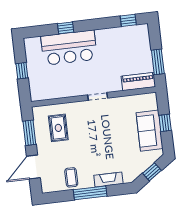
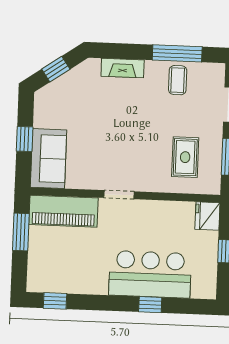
piano: (138, 82) -> (63, 211), width x1.37, depth x1.33
fridge: (38, 92) -> (207, 216), added
sofa: (150, 131) -> (49, 159), moved
window: (90, 193) -> (177, 53), moved

